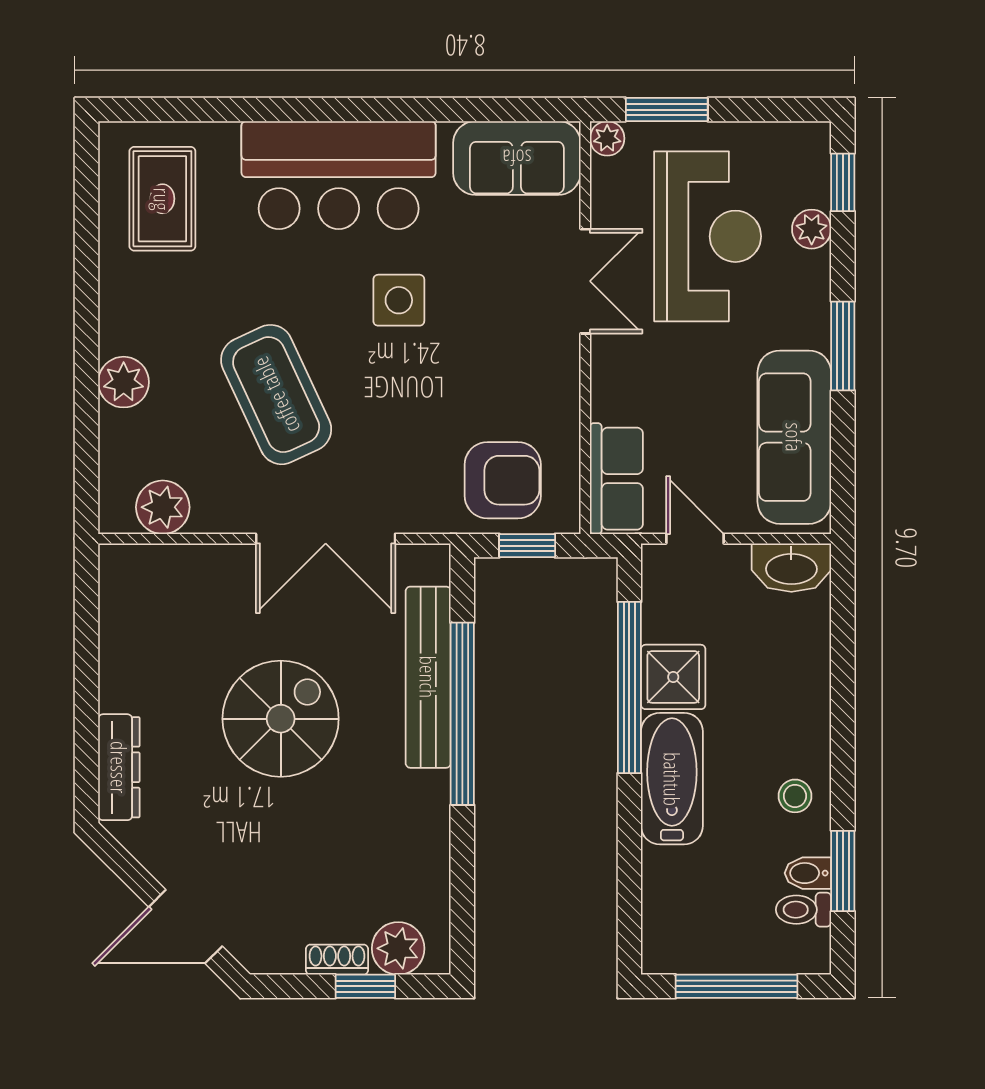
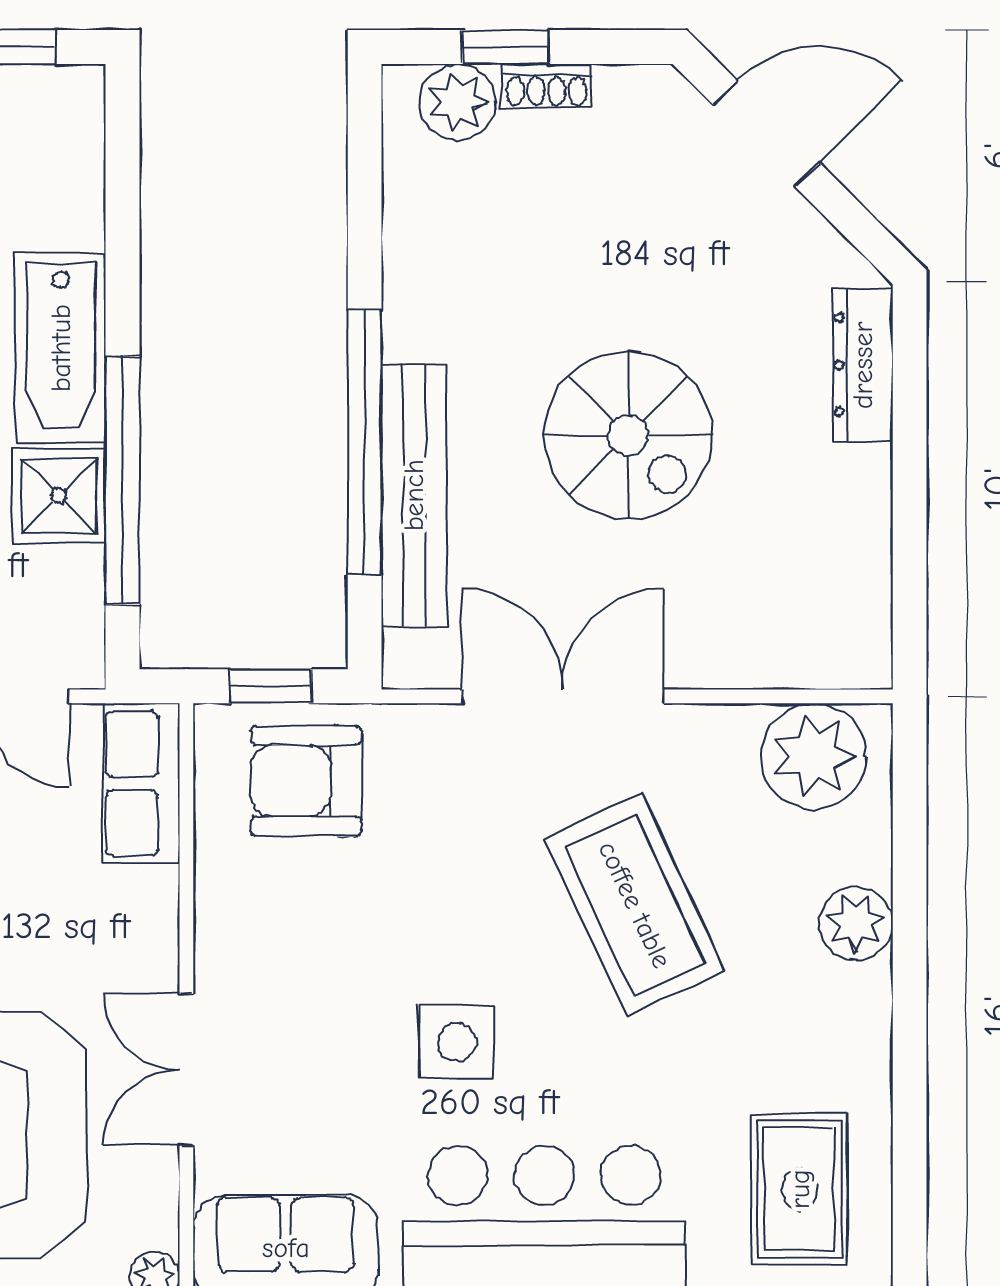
plant: (163, 507) -> (813, 756), width x1.36, depth x1.36
spiral stairs: (281, 719) -> (628, 435), turned -90

